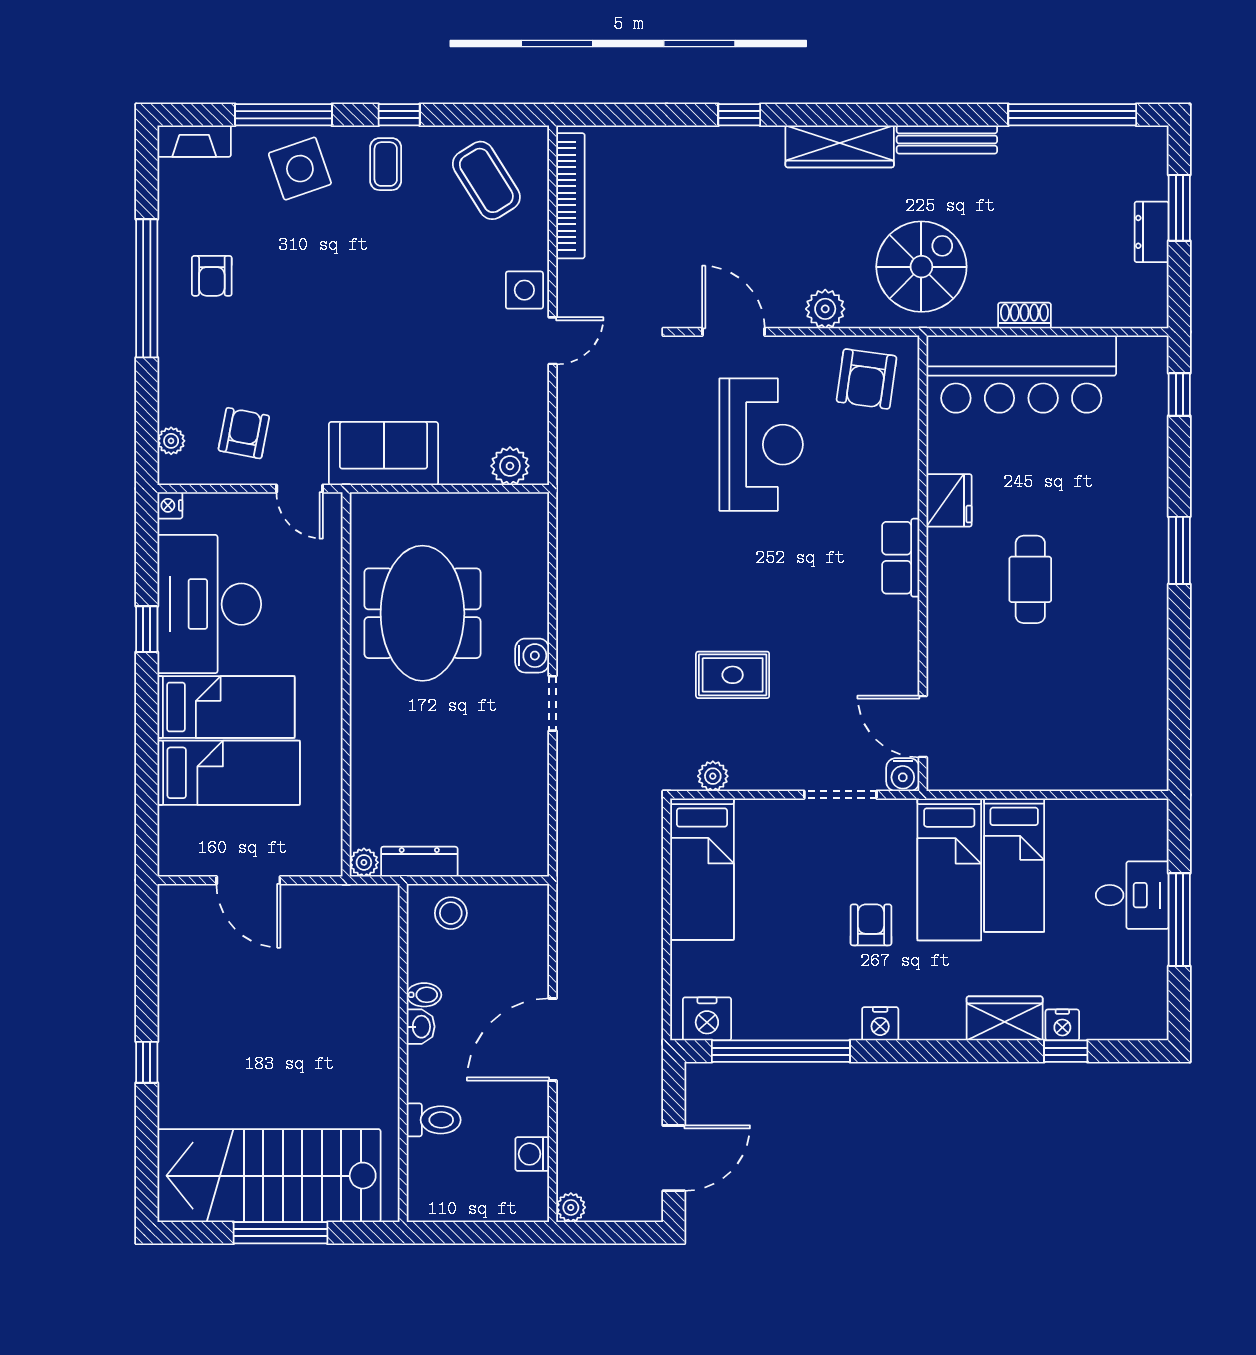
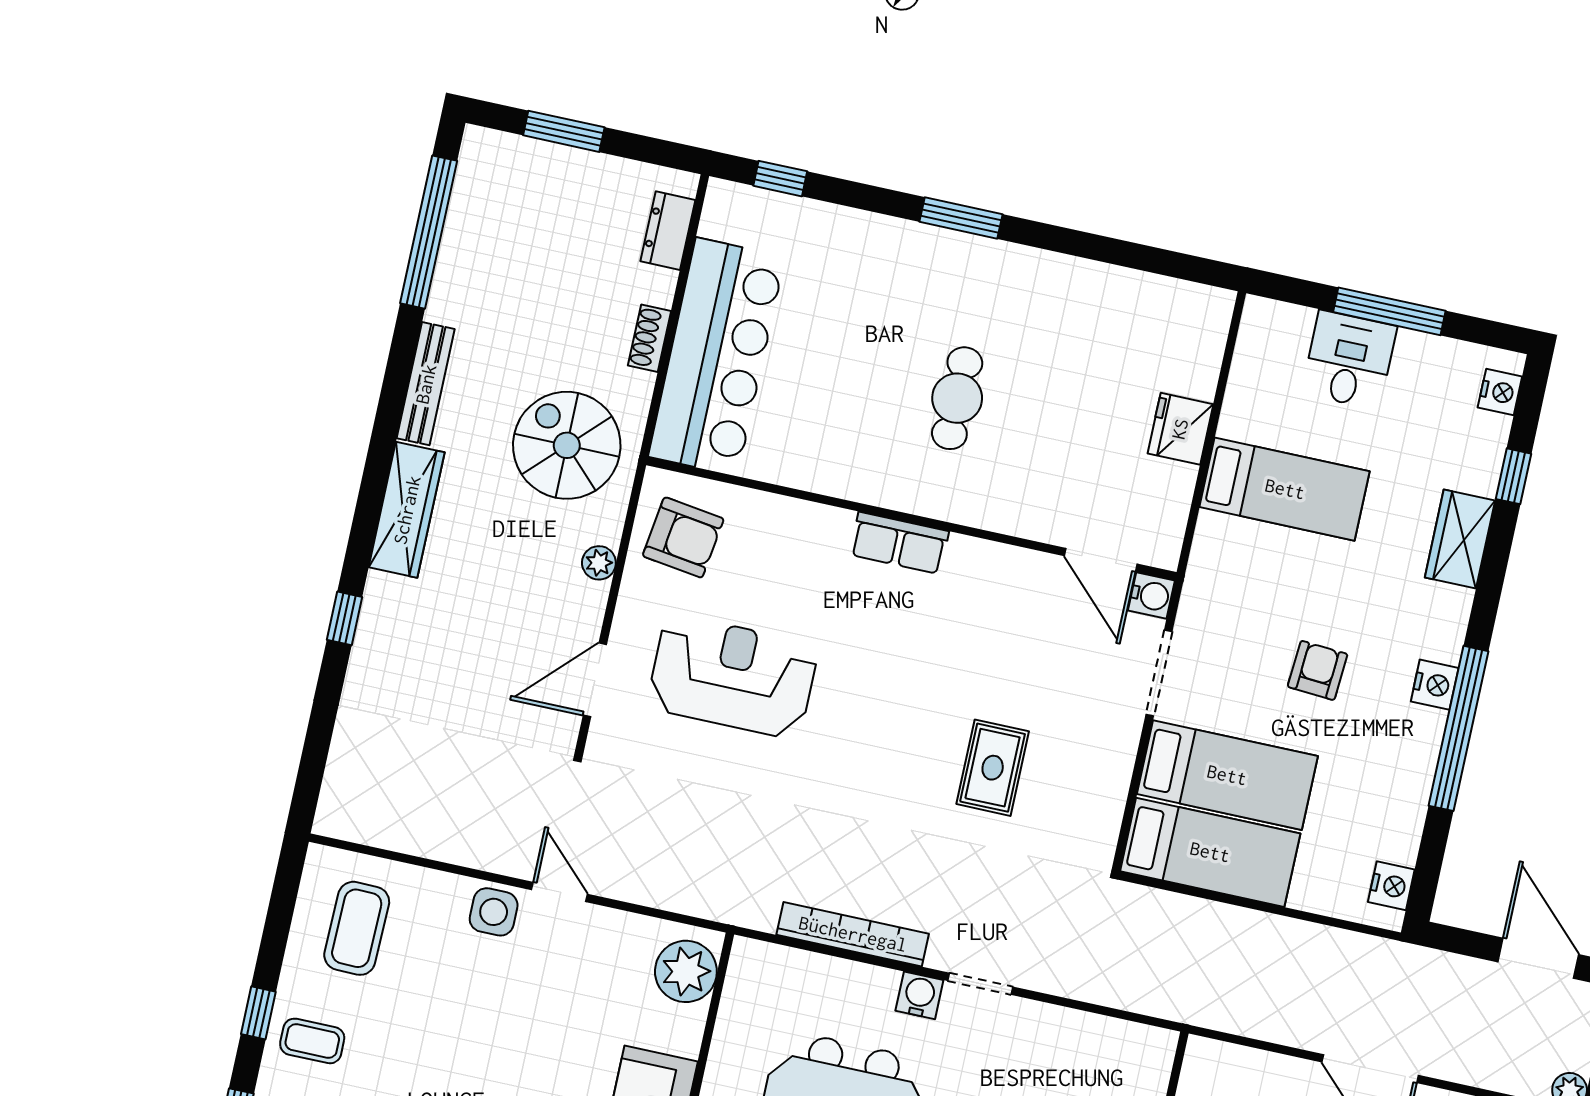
coffee table: (486, 180) -> (357, 928), turned -57
bookcase: (570, 196) -> (853, 934), moved
dresser: (1152, 232) -> (668, 231), moved, turned 90
plant: (825, 309) -> (599, 563), width x0.73, depth x0.73
plant: (510, 466) -> (686, 971), width x1.36, depth x1.36
fridge: (949, 500) -> (1180, 429), moved, turned -90
cafe table: (1030, 579) -> (957, 398), turned 90
door: (923, 726) -> (1101, 560), hinge flipped
plant: (713, 776) -> (1105, 816), removed
bed: (949, 869) -> (1227, 775), moved
armchair: (871, 925) -> (1318, 670), turned 94
nightstand: (707, 1019) -> (1391, 886), width x0.74, depth x0.75
nightstand: (1062, 1025) -> (1500, 392), moved
window: (781, 1051) -> (1458, 728), moved

